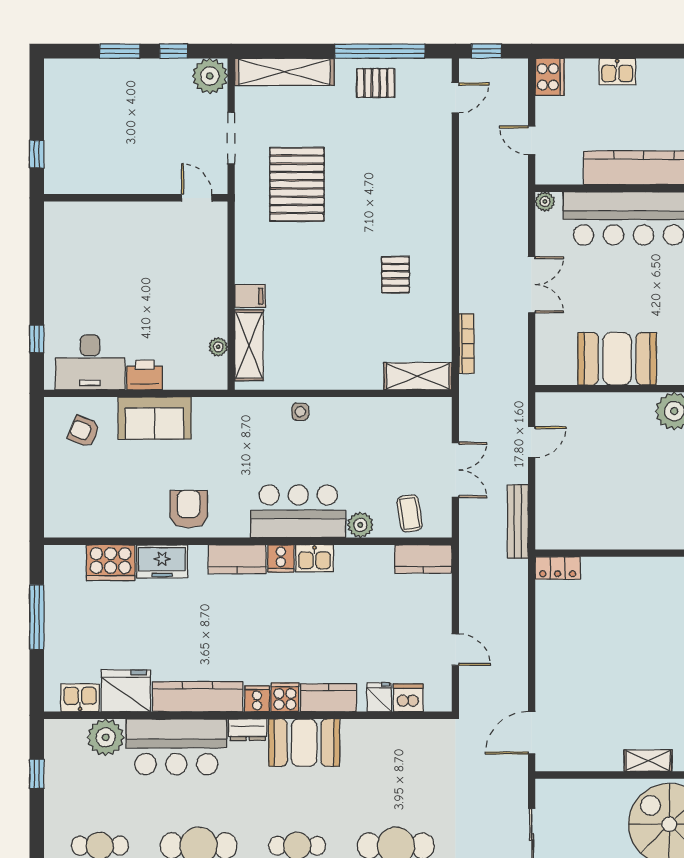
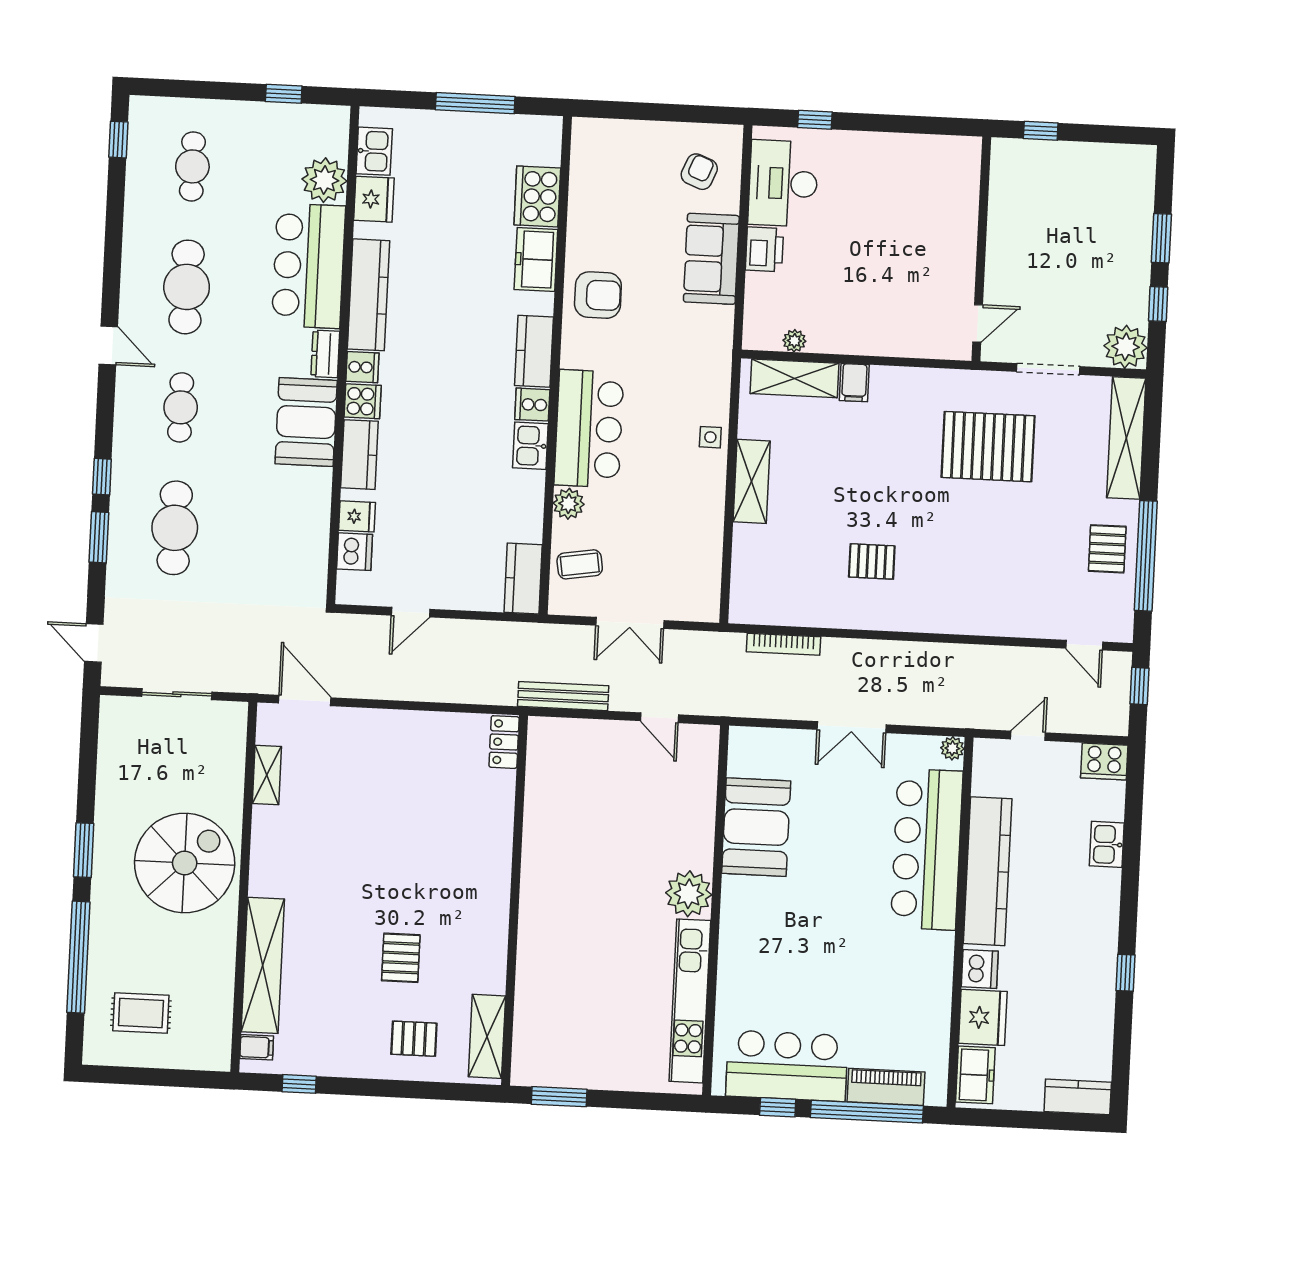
shelving: (418, 376) -> (752, 481), moved
fridge: (126, 691) -> (374, 199), width x0.73, depth x0.75
shelving: (648, 761) -> (267, 775), moved

